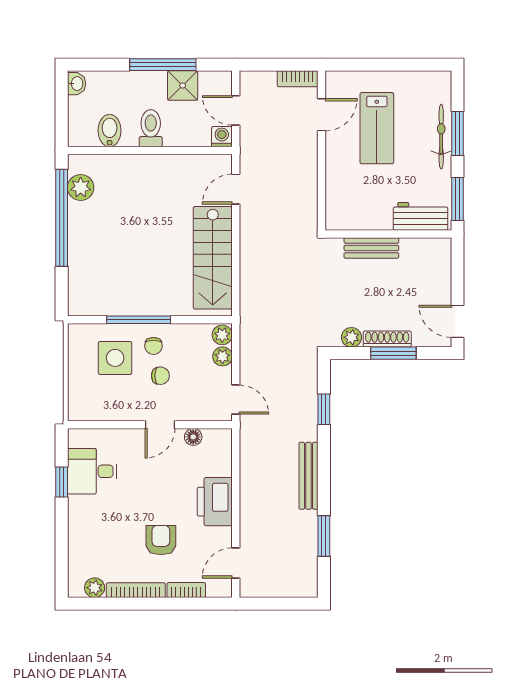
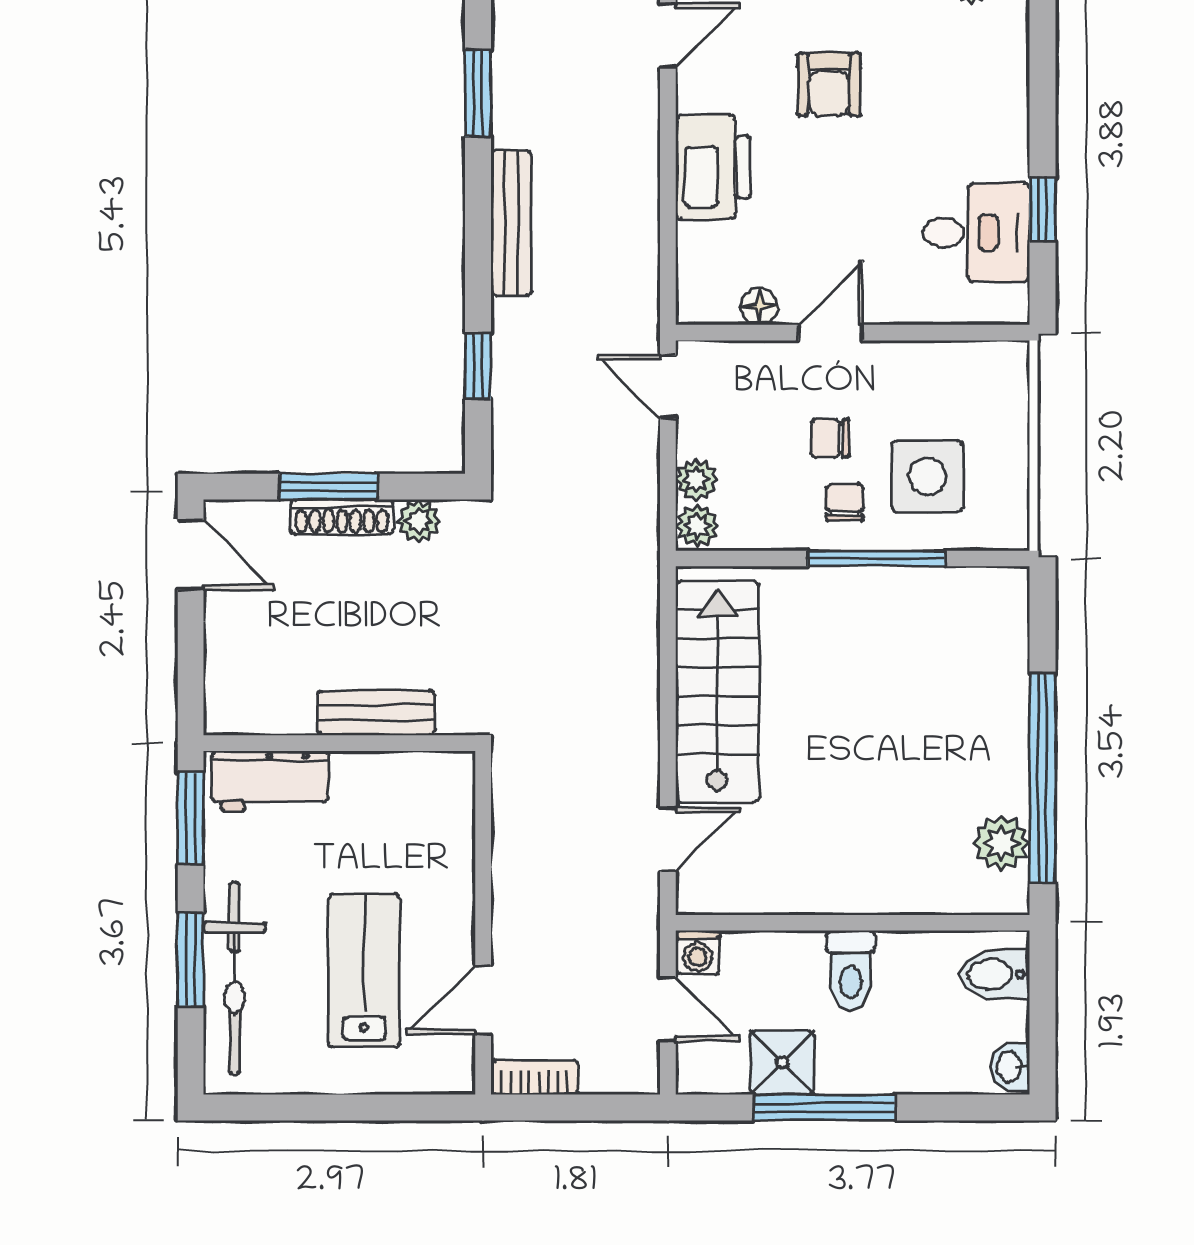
bidet: (110, 131) -> (994, 974), moved, turned 90
bicycle: (441, 137) -> (235, 978), width x1.37, depth x1.40

